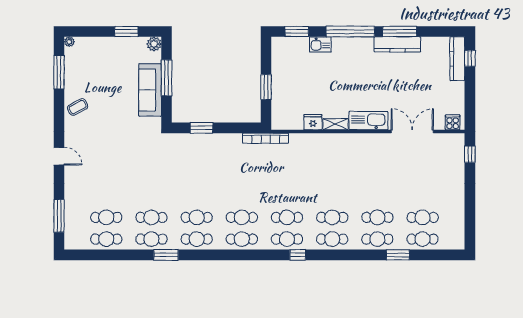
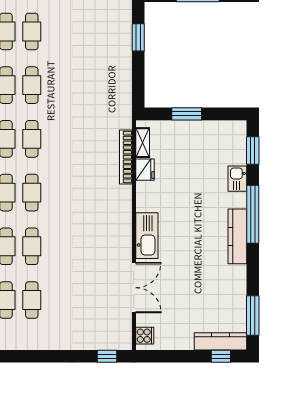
window: (400, 31) -> (253, 315), moved
kitchen counter: (397, 44) -> (237, 236), moved
shelving: (335, 124) -> (143, 143), moved
bookcase: (266, 138) -> (126, 157), moved

